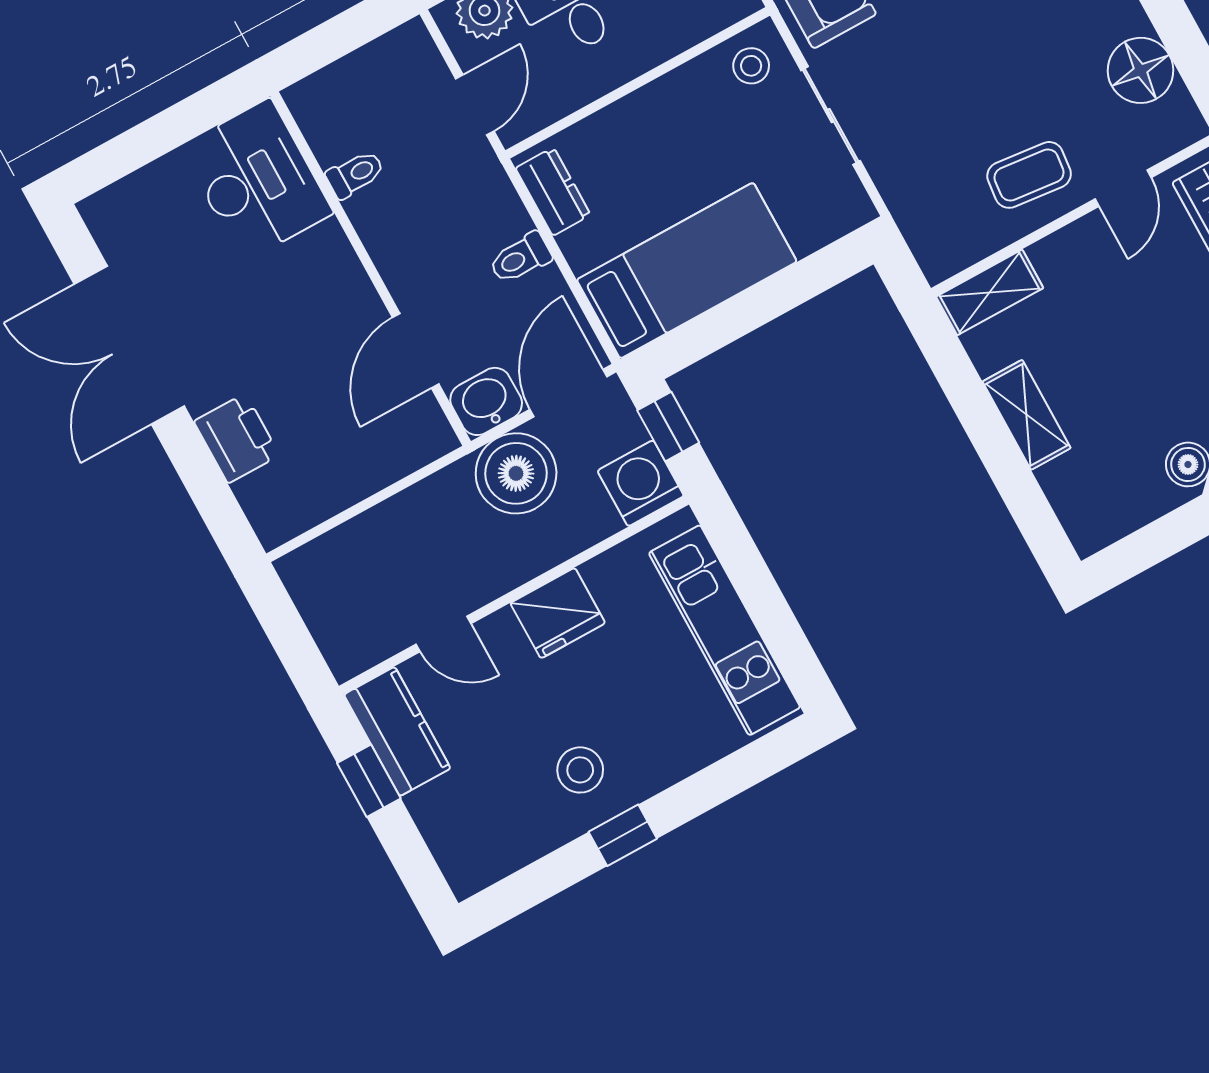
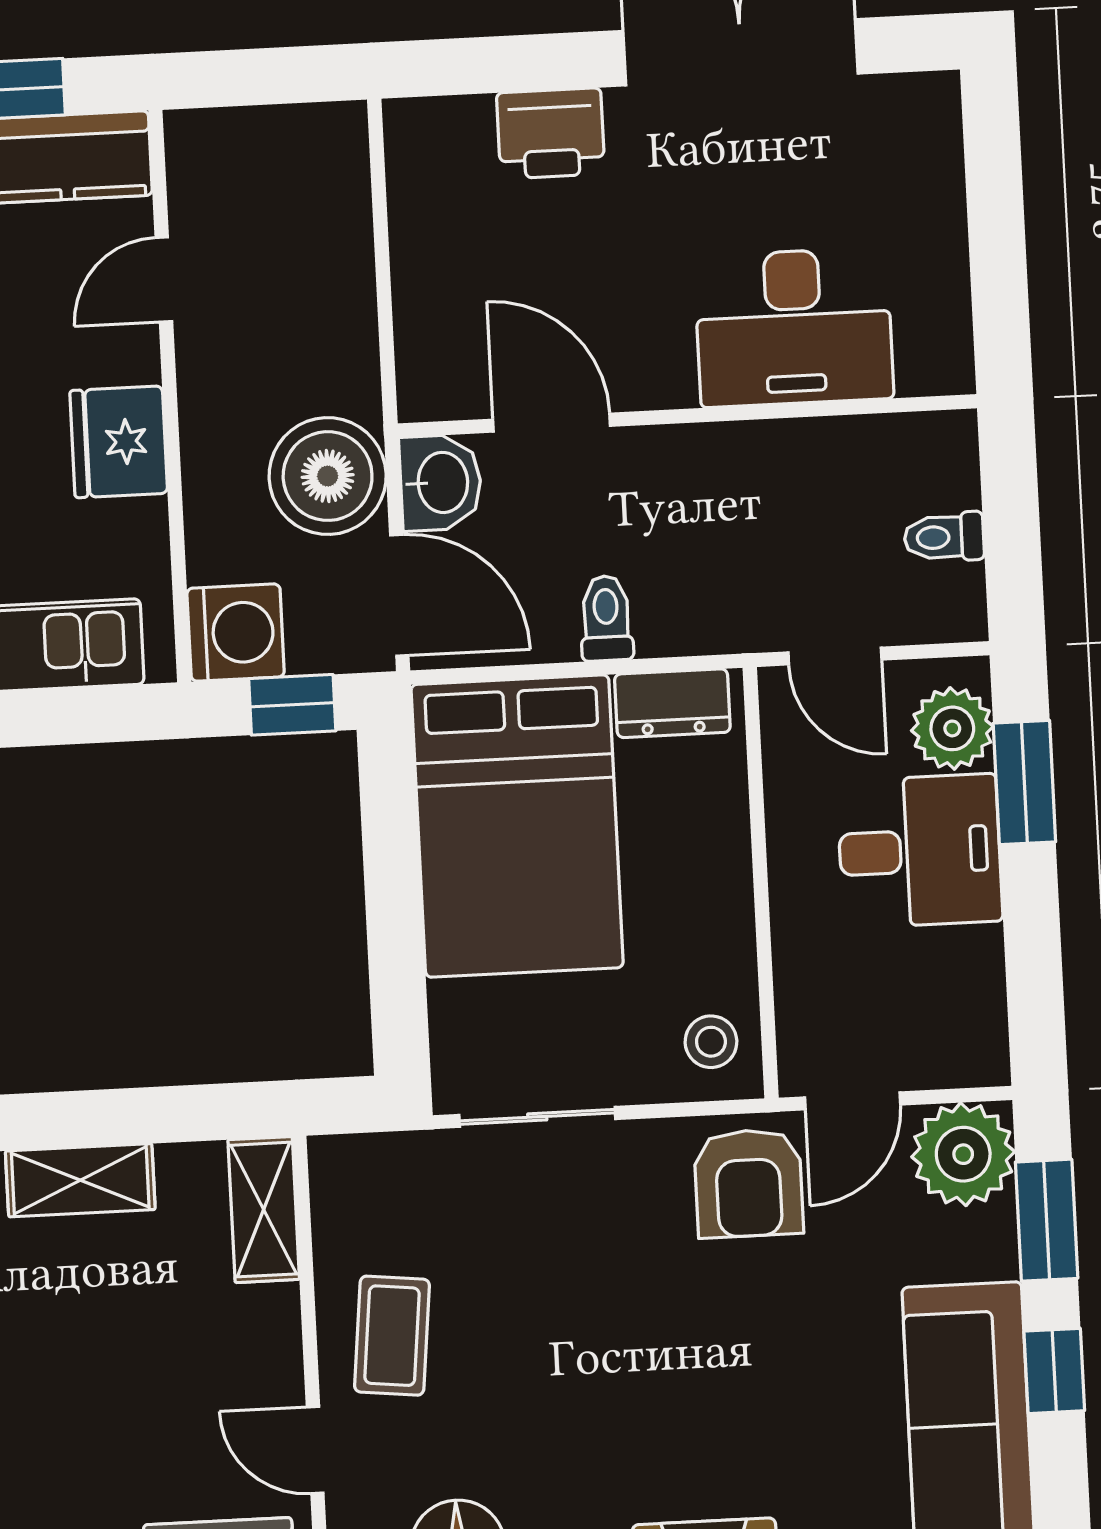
sliding door: (831, 116) -> (537, 1117), moved
toilet: (355, 174) -> (944, 537), moved, turned 90
desk: (257, 180) -> (794, 327), moved
bed: (687, 271) -> (517, 826), width x1.50

